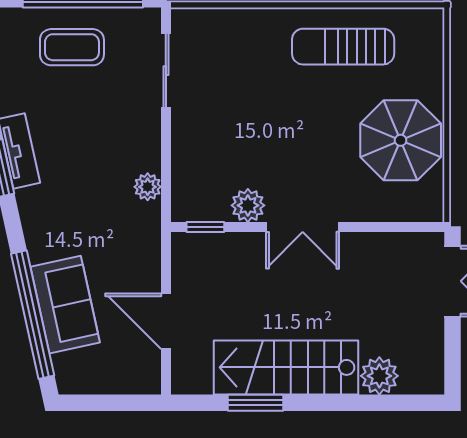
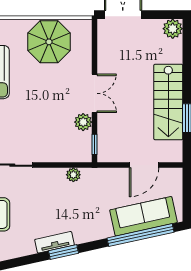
sofa: (65, 305) -> (143, 216), width x1.36
plant: (379, 376) -> (173, 29), moved

